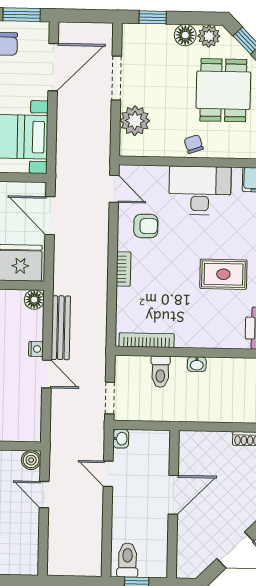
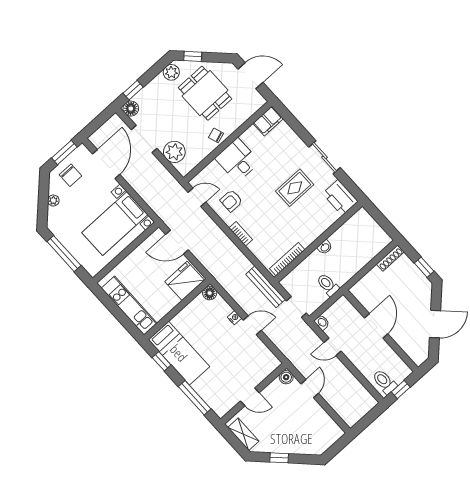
floor lamp: (185, 35) -> (131, 109), moved
desk: (200, 190) -> (237, 160), width x0.73
armchair: (146, 226) -> (231, 201), turned 180
bench: (61, 328) -> (266, 287), moved
toilet: (160, 372) -> (328, 285), moved, turned 180
door: (44, 495) -> (310, 389), swing flipped

